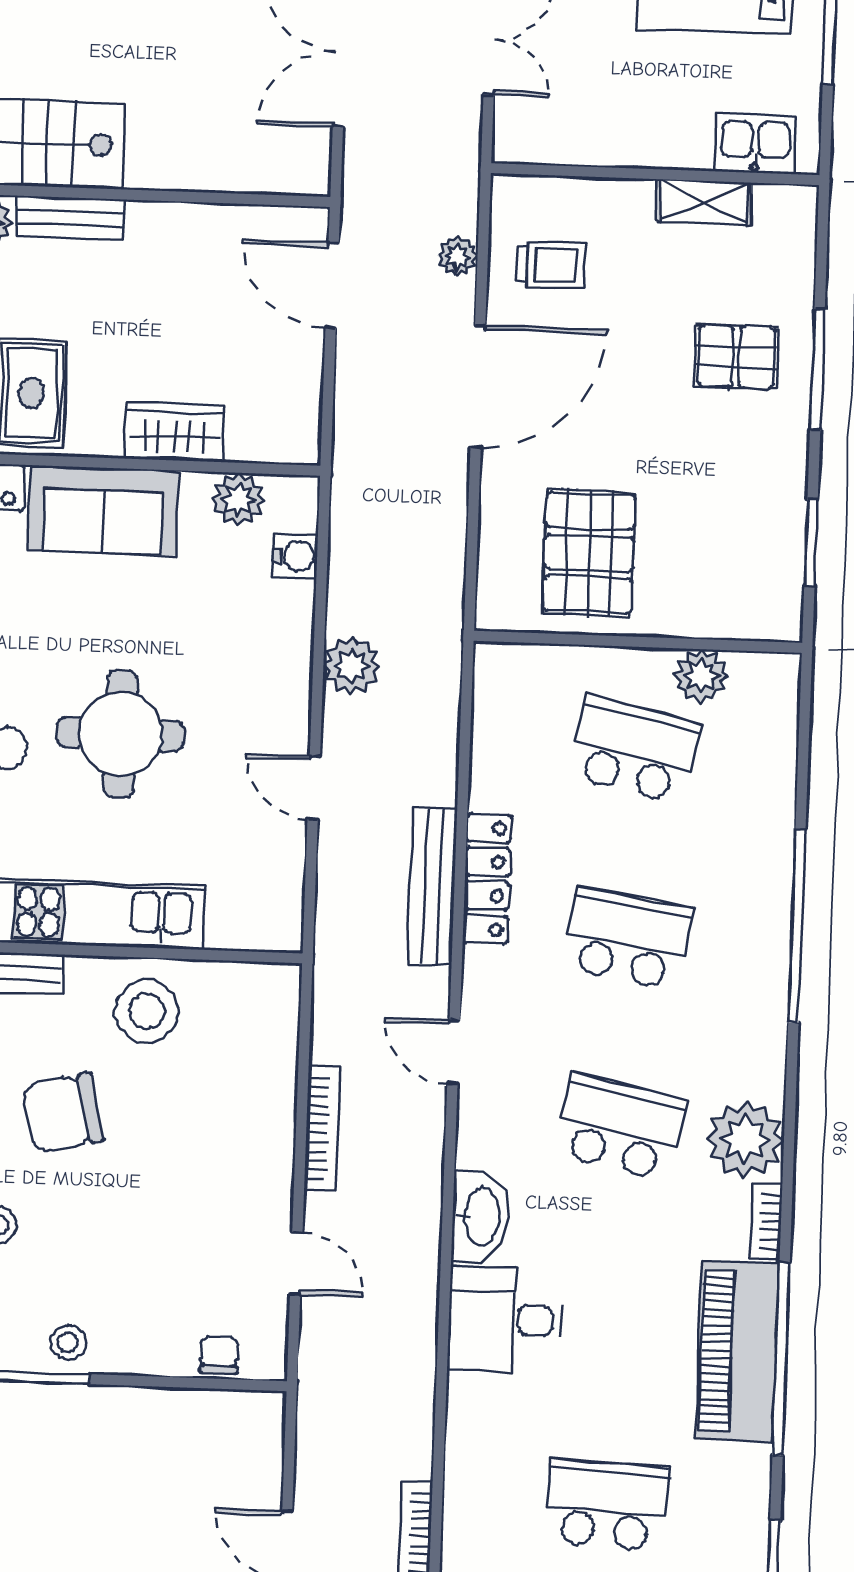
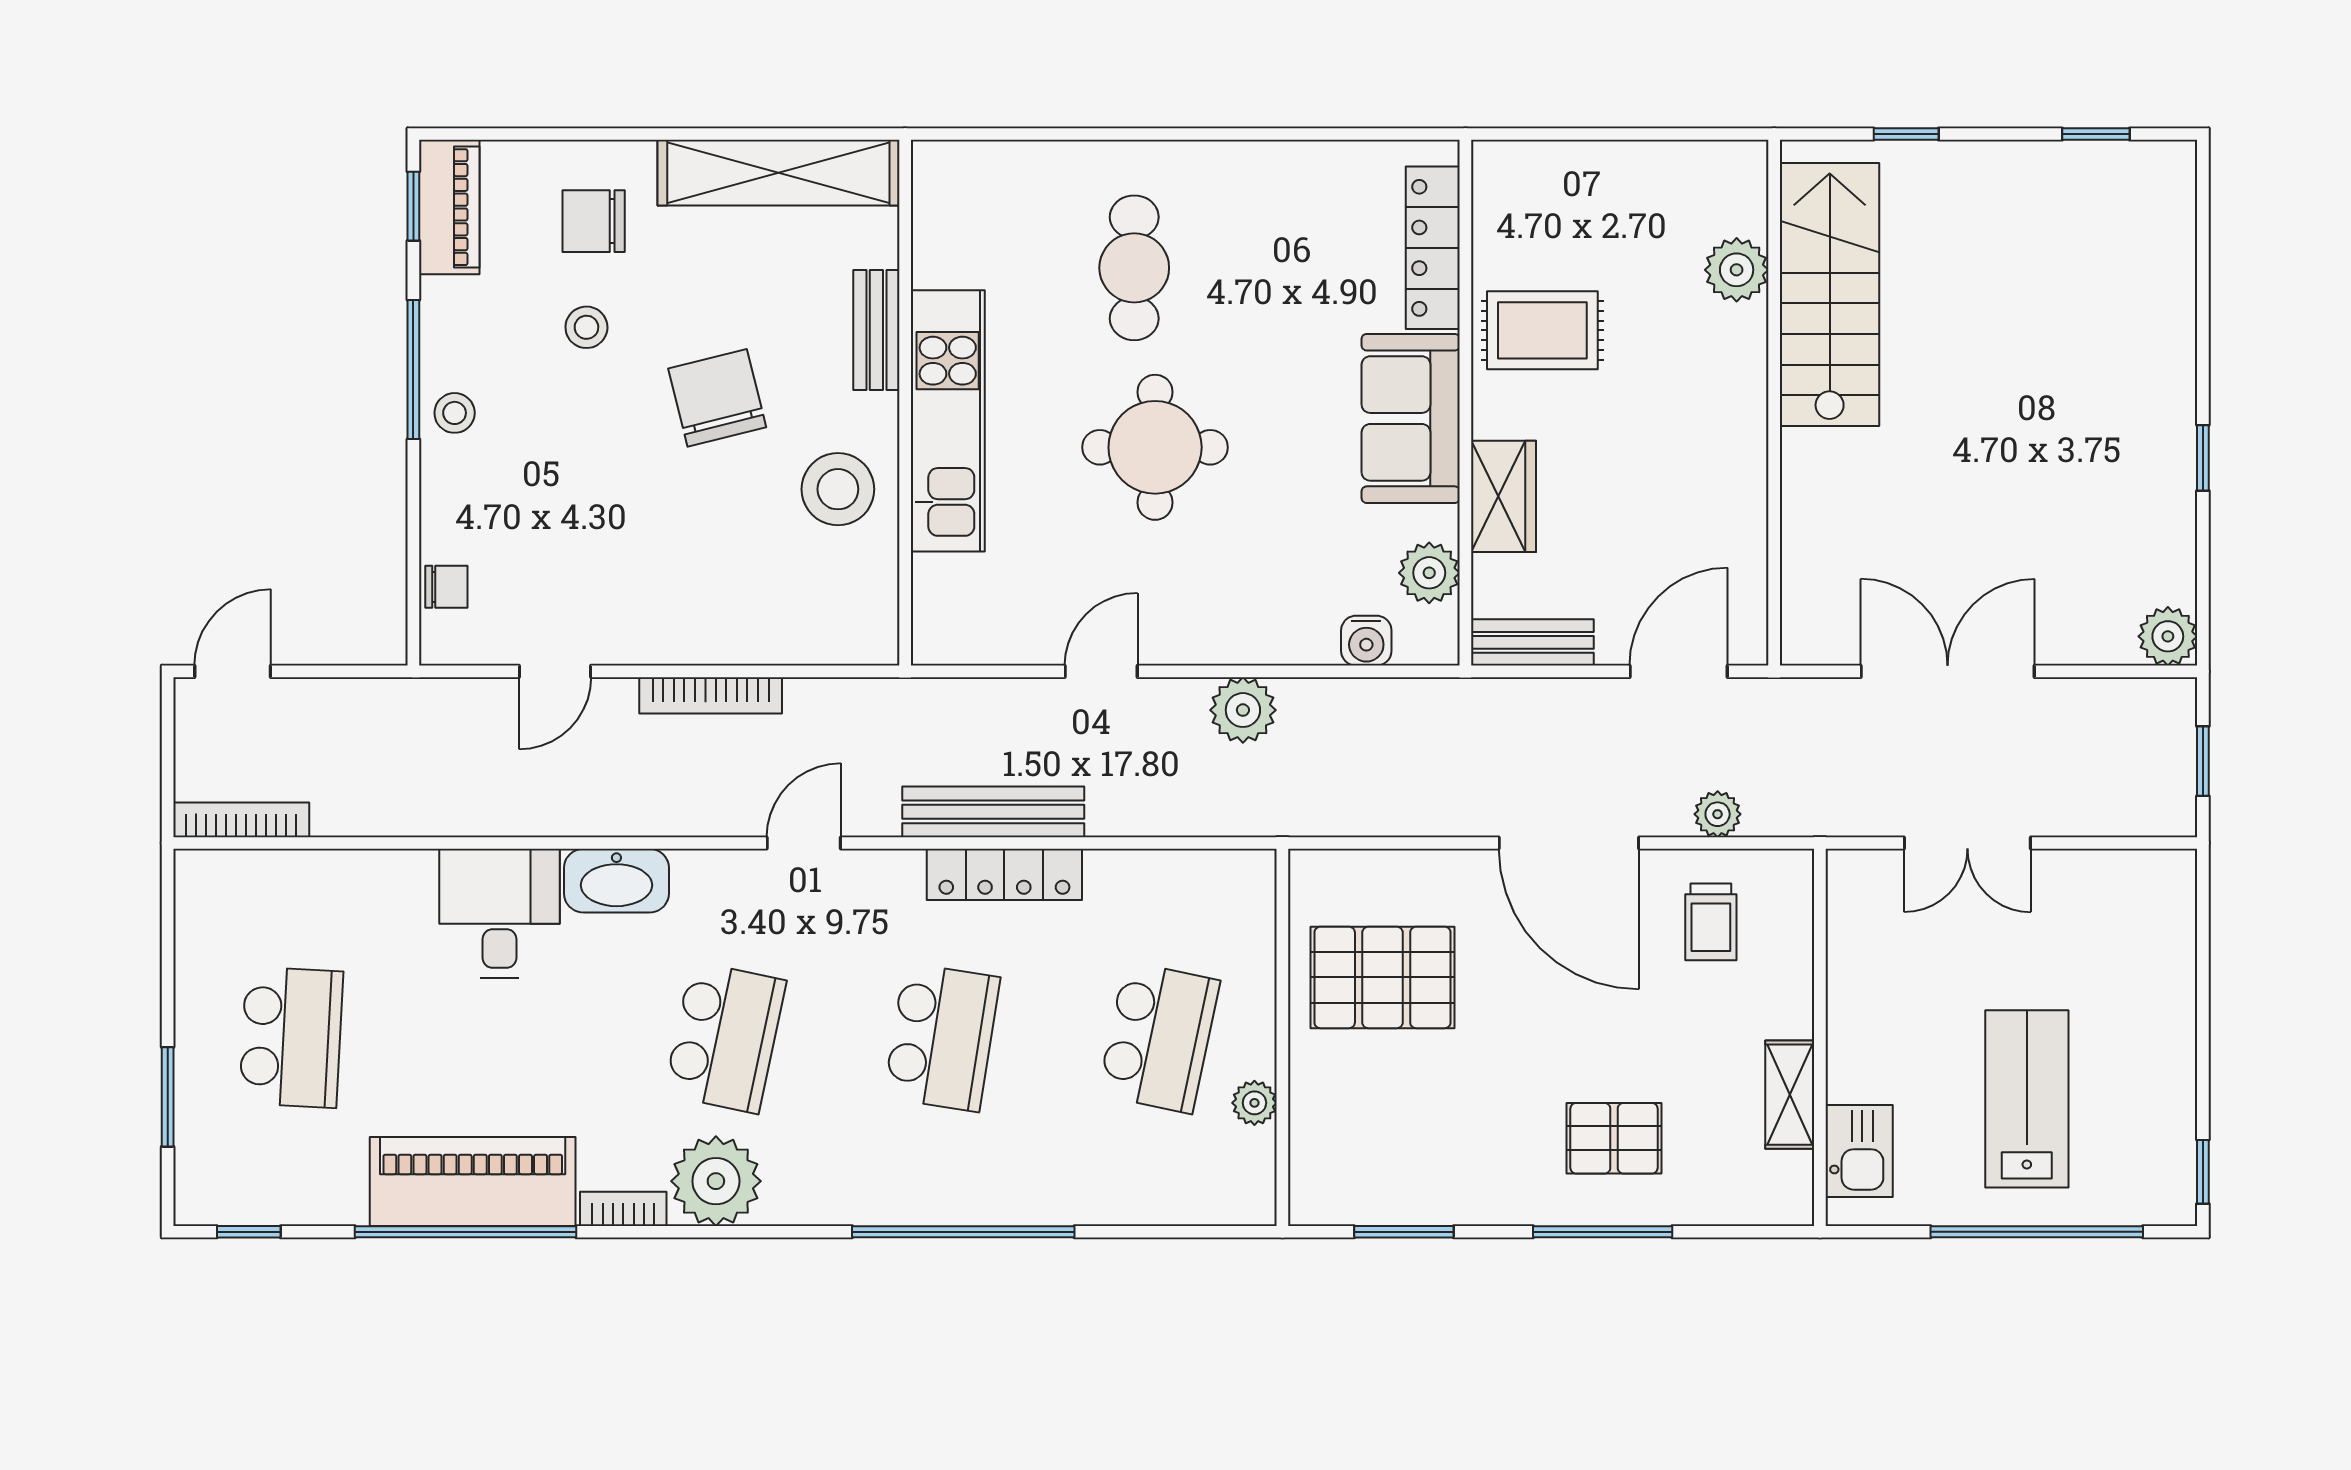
bench: (70, 218) -> (1532, 642), moved, turned 90
pallet: (736, 357) -> (1614, 1138), turned 90
plant: (701, 676) -> (1254, 1103), width x0.73, depth x0.73

